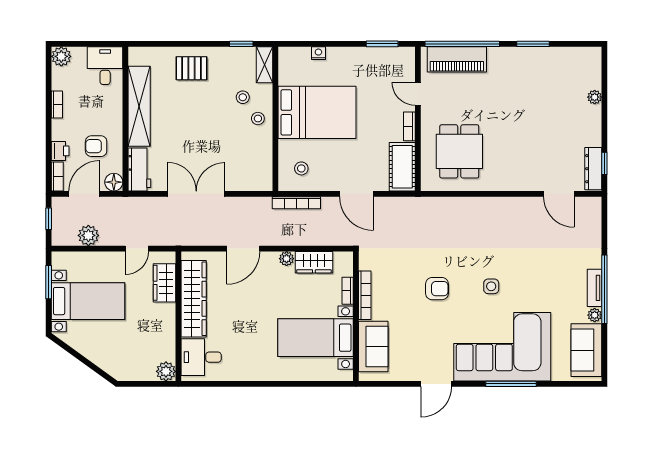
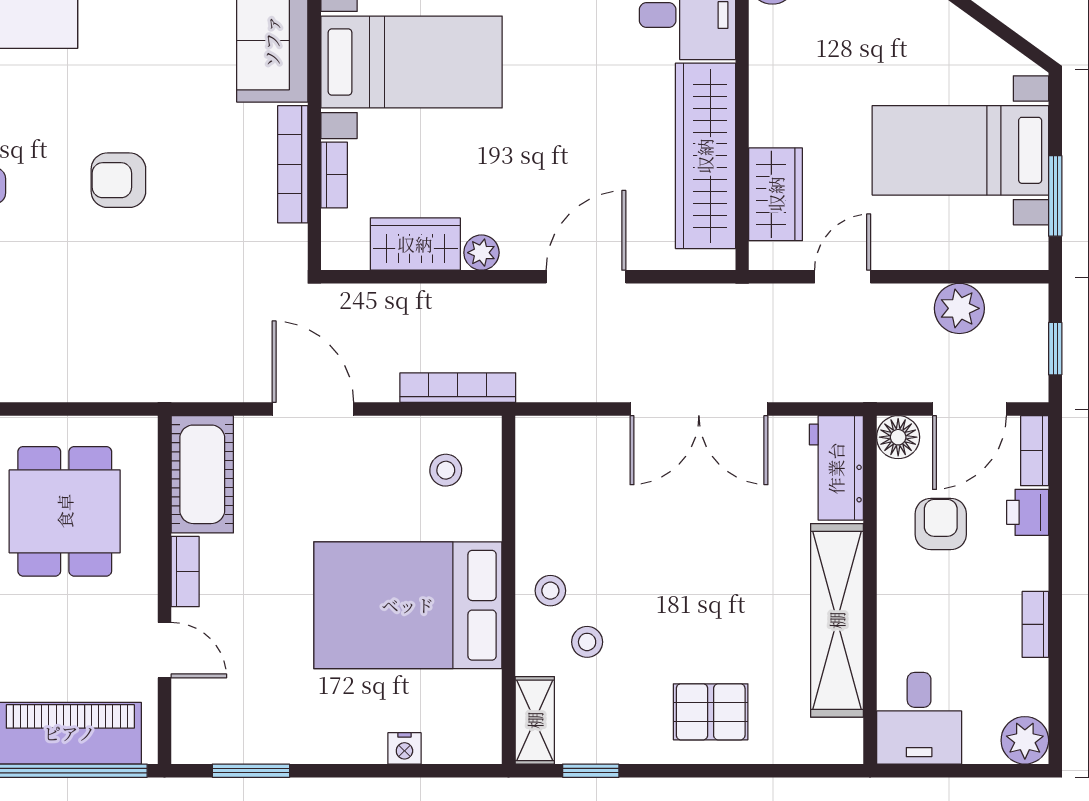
armchair: (96, 146) -> (941, 524), turned -90

